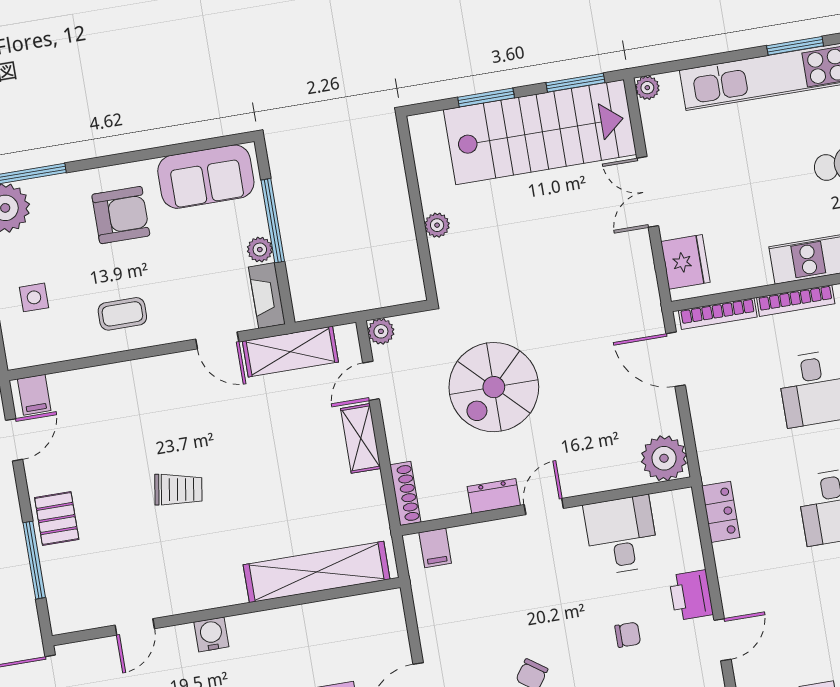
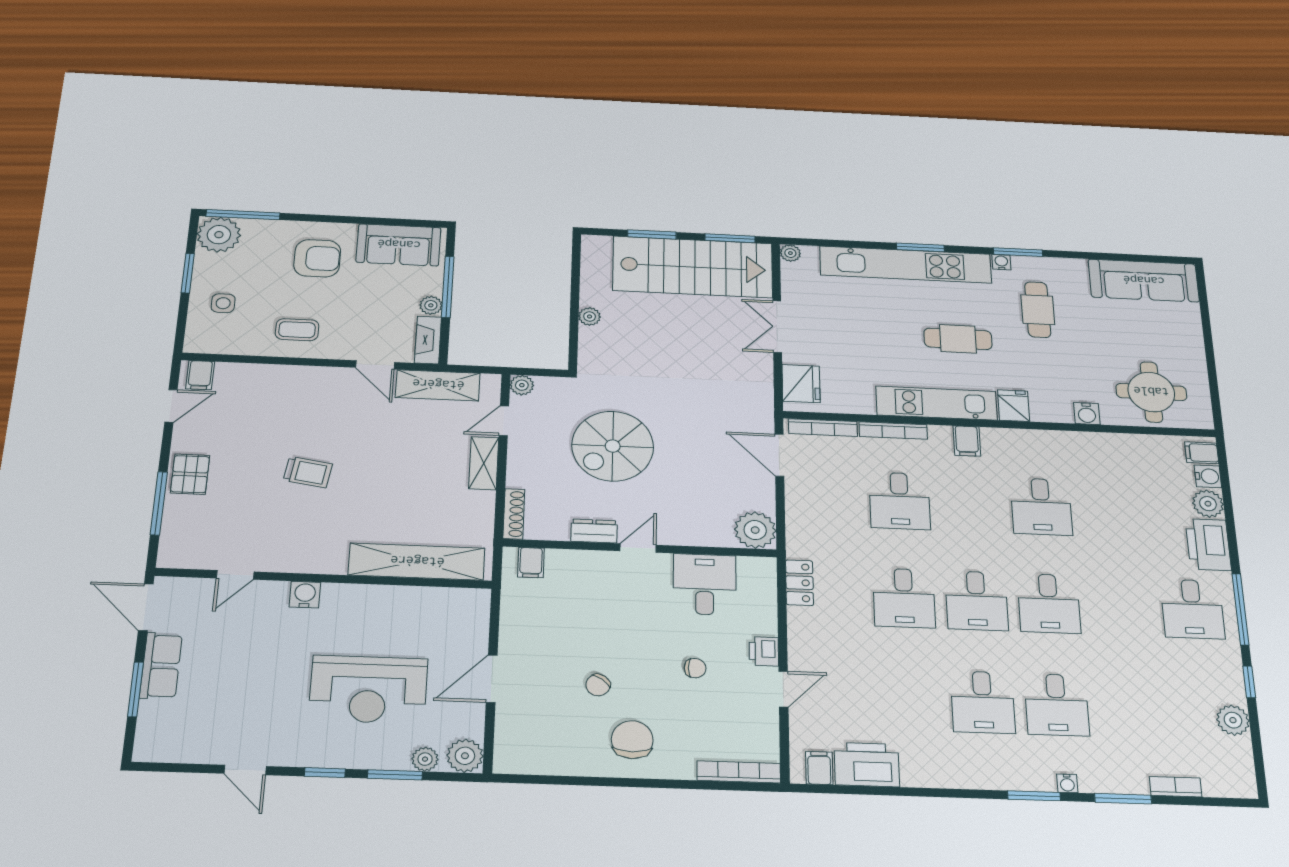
printer: (691, 595) -> (764, 651), width x0.73, depth x0.81

